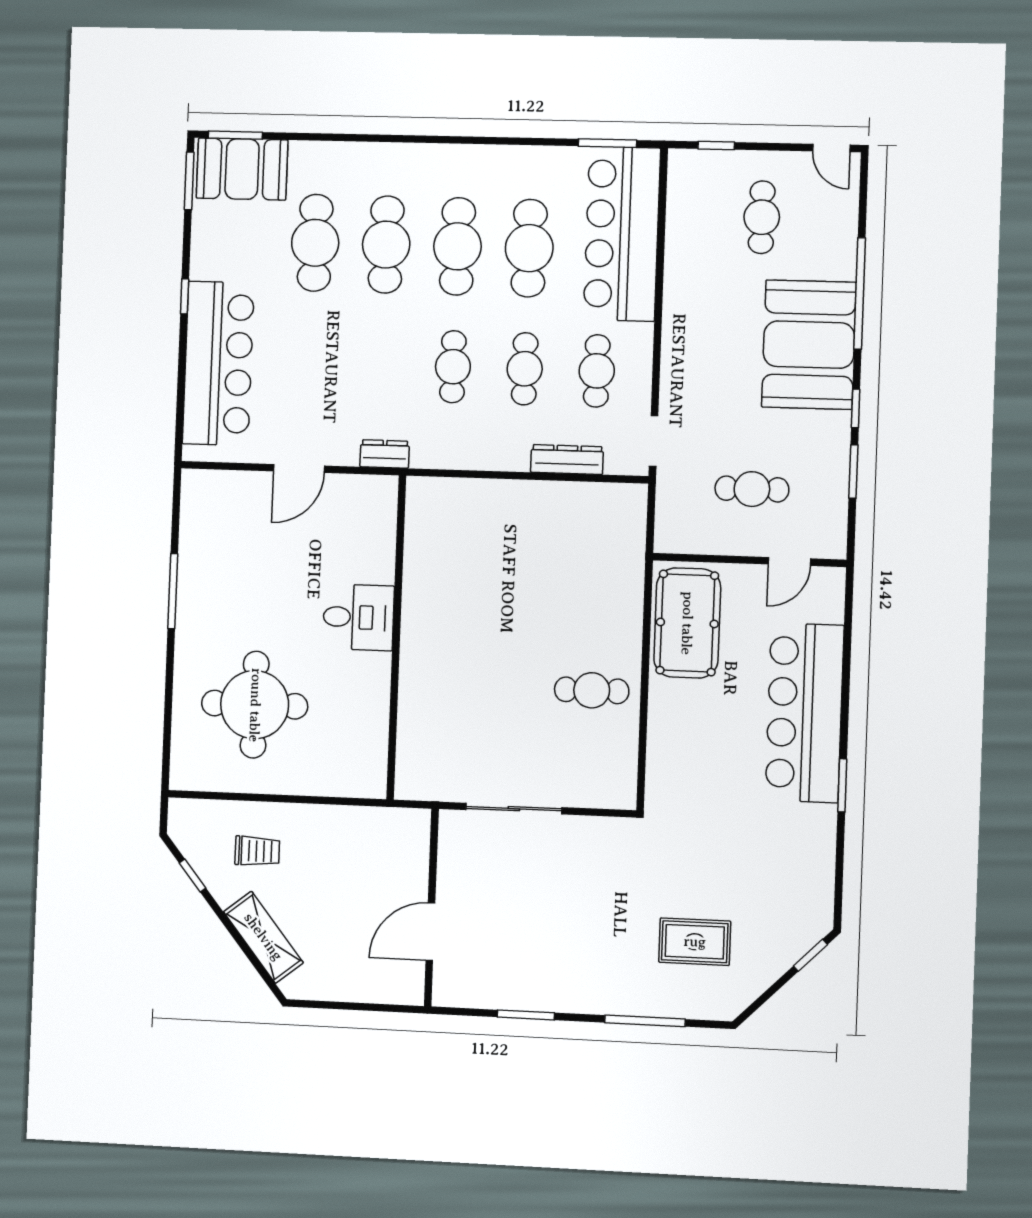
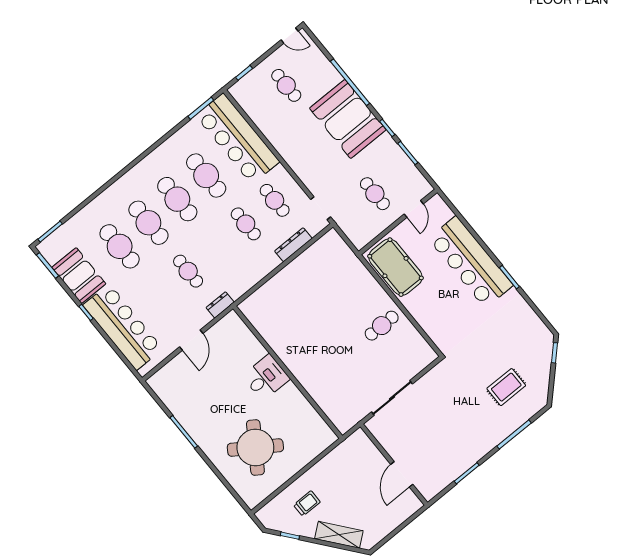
booth: (242, 169) -> (79, 276), moved, turned 90
cafe table: (453, 367) -> (188, 271), moved
cafe table: (752, 489) -> (375, 194), turned 90
round table: (255, 705) -> (255, 448), turned 34

